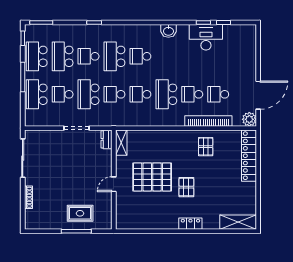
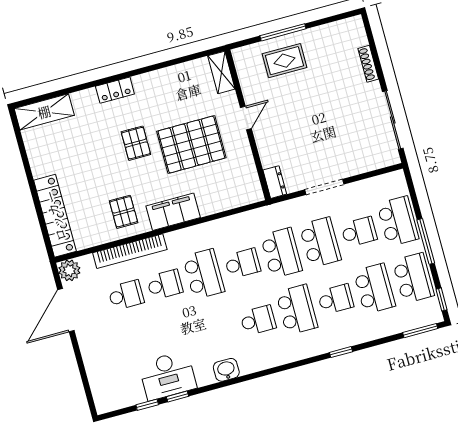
school desk: (114, 94) -> (281, 253), width x1.85
filing cabinet: (175, 138) -> (173, 212), added
shelving: (121, 143) -> (221, 72), moved

